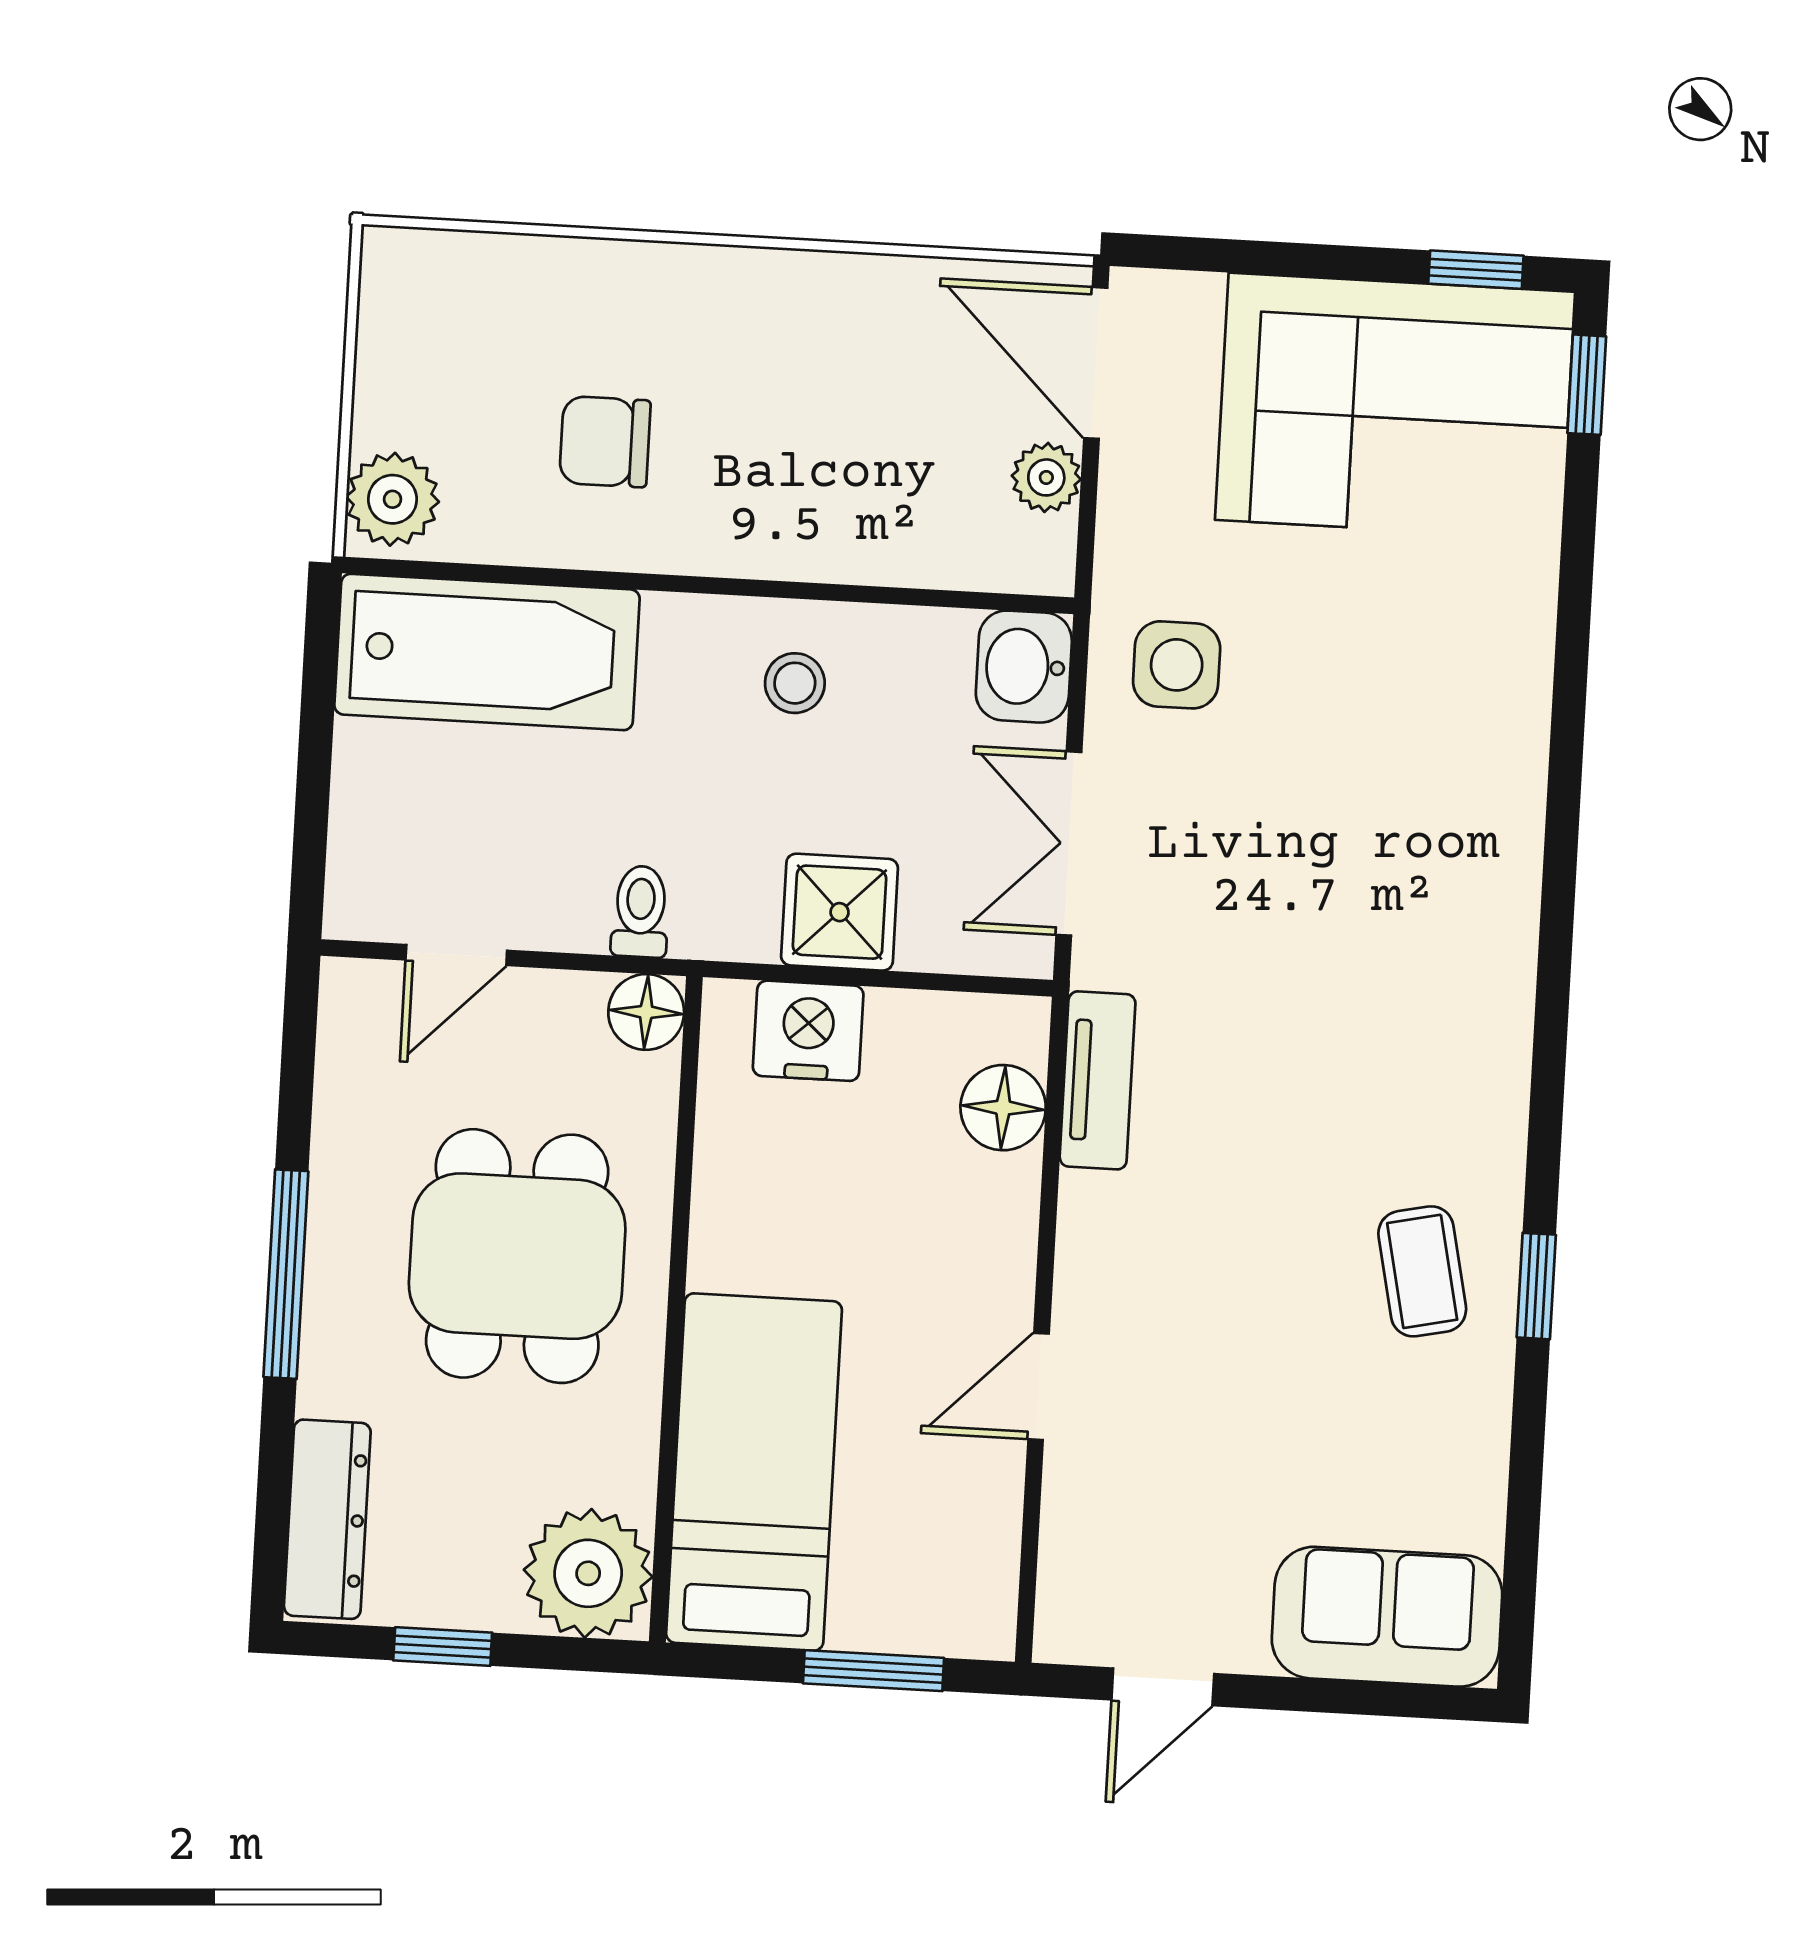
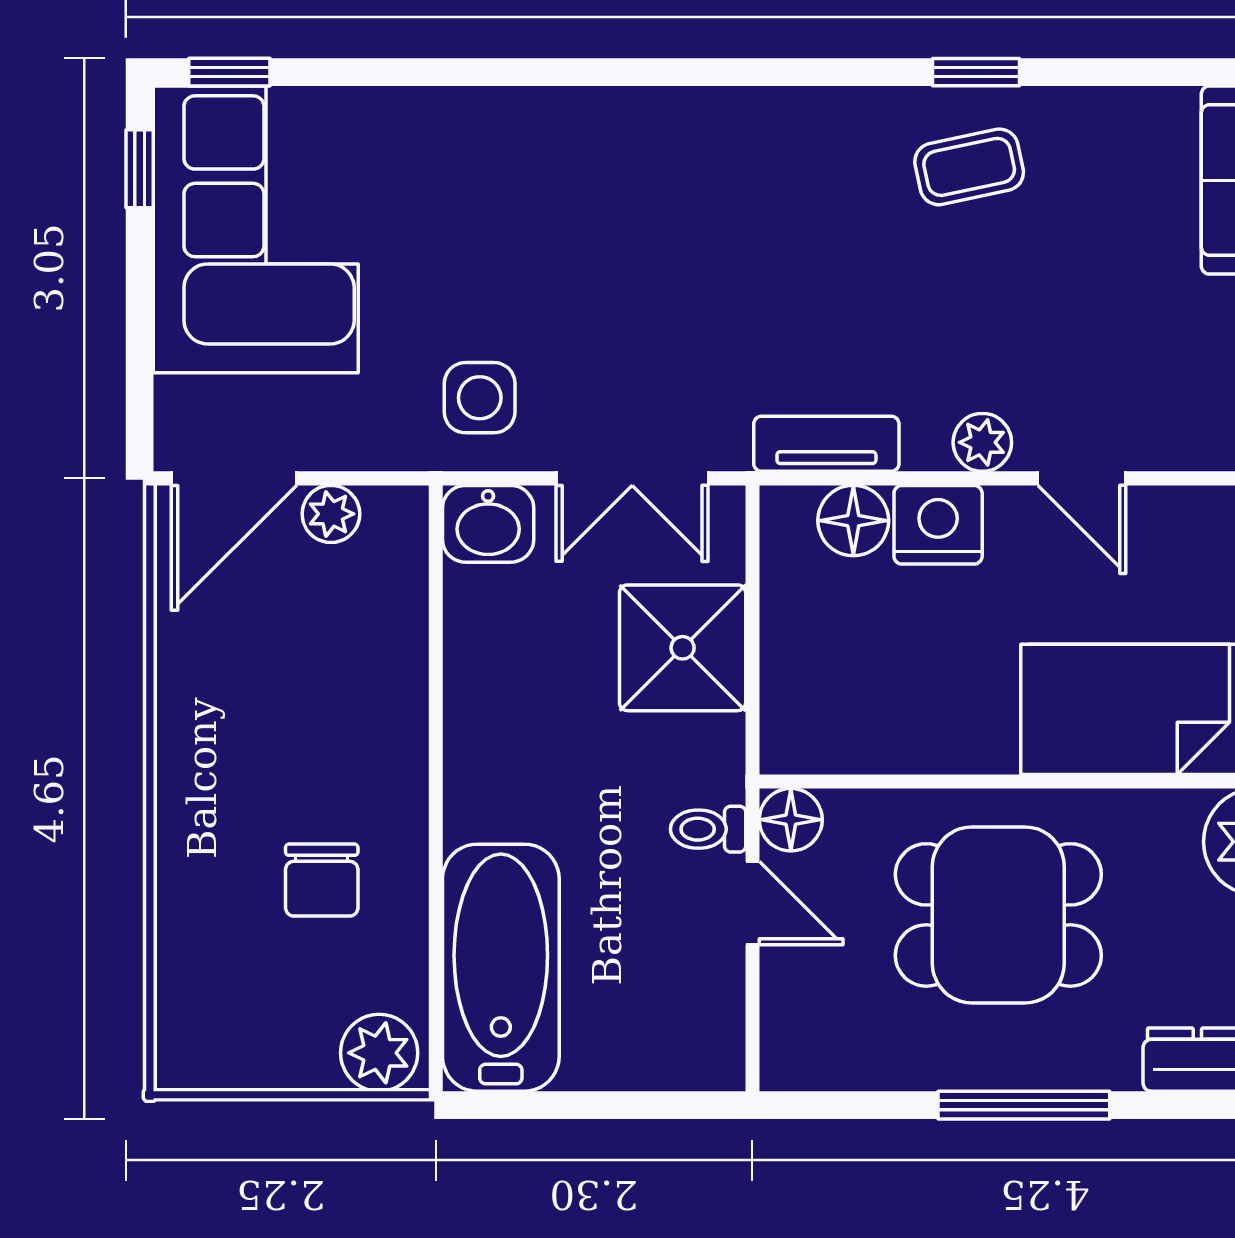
stool: (795, 683) -> (512, 712), removed
shower: (840, 912) -> (683, 648), width x1.36, depth x1.36
door: (456, 955) -> (752, 903), moved
nightstand: (808, 1031) -> (938, 525), moved, turned 90
plant: (1089, 1269) -> (982, 442), added

